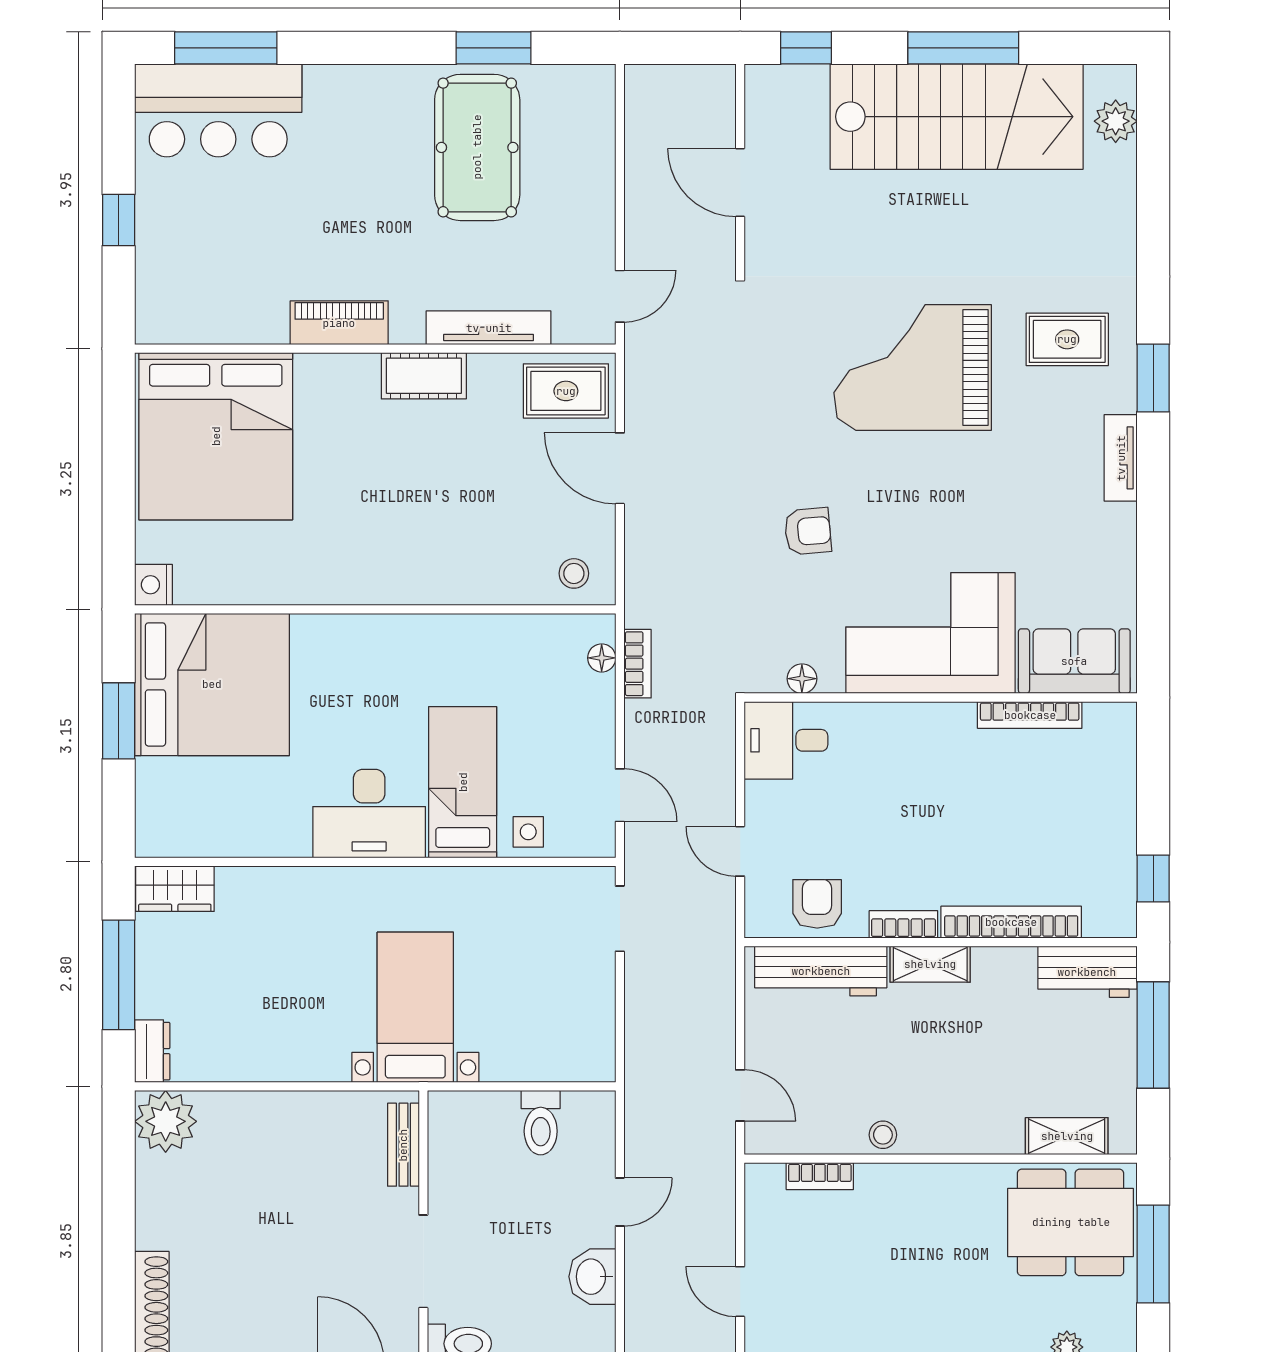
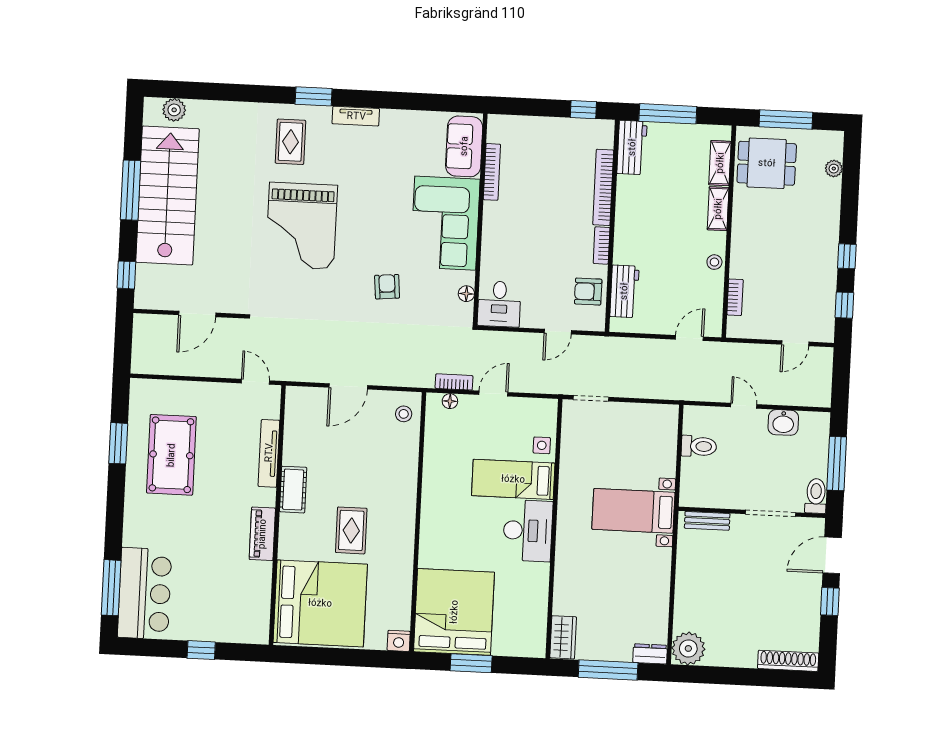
pool table: (477, 147) -> (171, 455), turned 90
rug: (566, 391) -> (351, 530), moved
door: (620, 795) -> (493, 393), moved
shelving: (930, 964) -> (718, 209), moved
workbench: (821, 971) -> (624, 291), width x0.73
dining table: (1071, 1222) -> (767, 163), width x0.73

